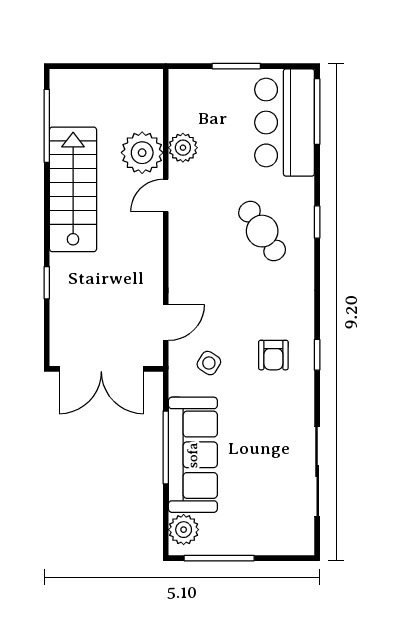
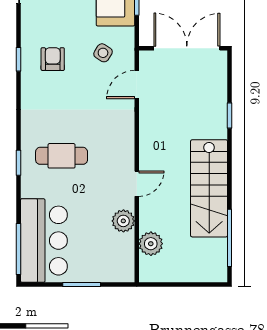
plant: (142, 153) -> (151, 244), moved, width x0.73, depth x0.73
cafe table: (262, 231) -> (62, 156), turned -57

